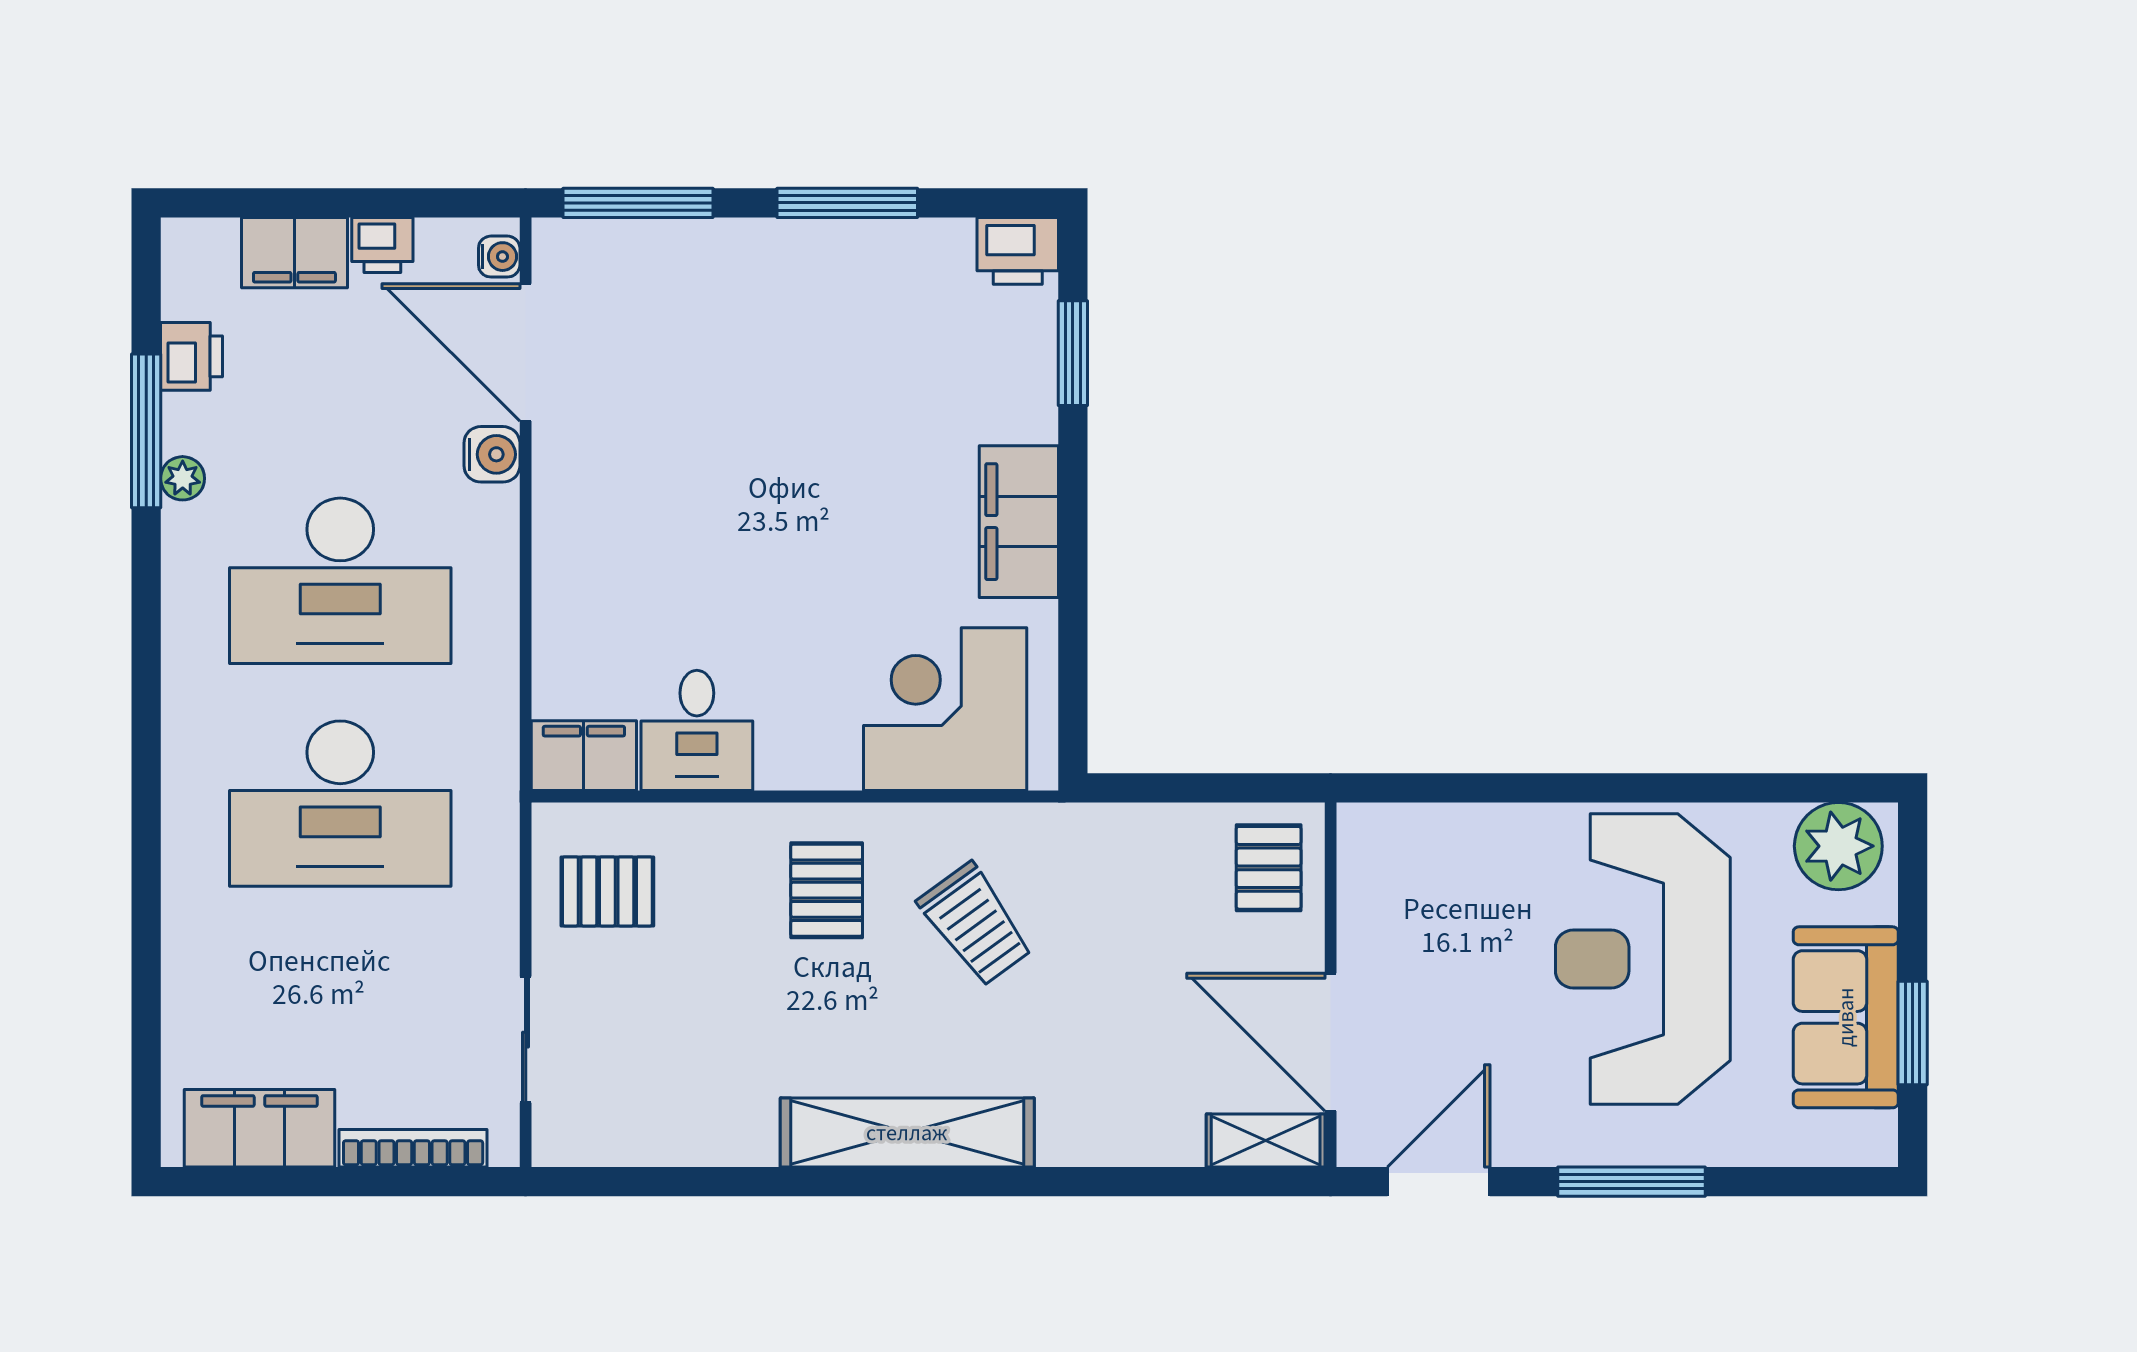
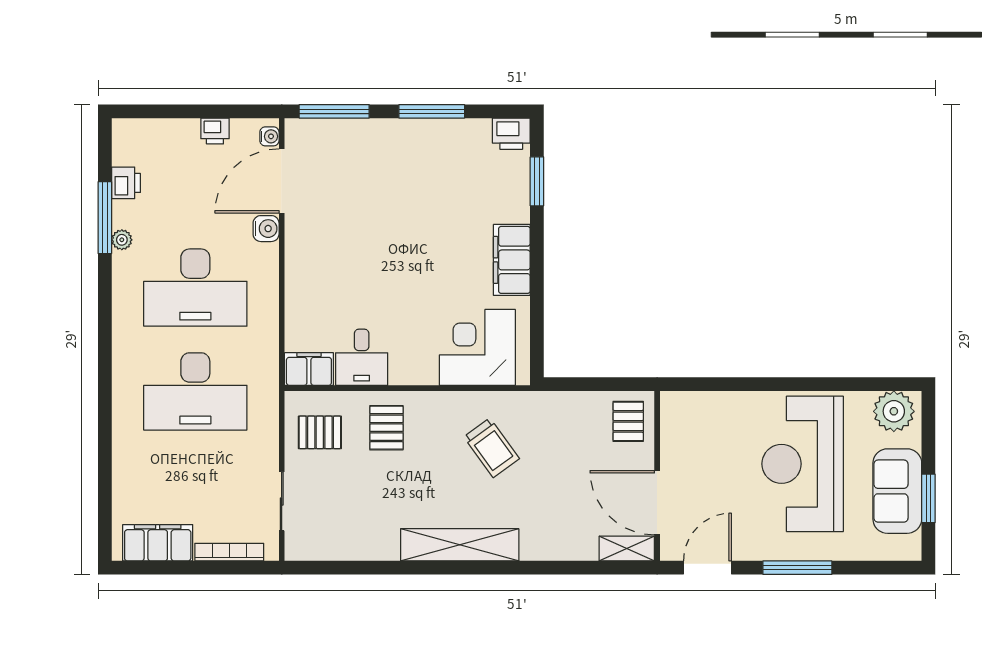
filing cabinet: (294, 253) -> (174, 134), removed
door: (526, 352) -> (282, 181), hinge flipped
pallet: (827, 890) -> (386, 428), moved

